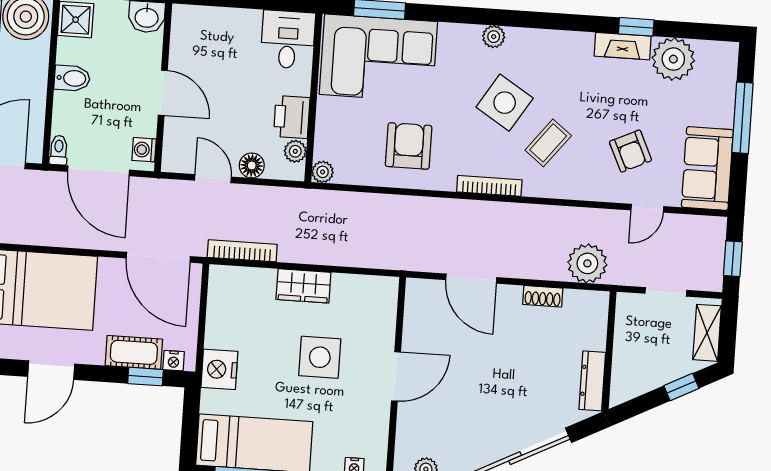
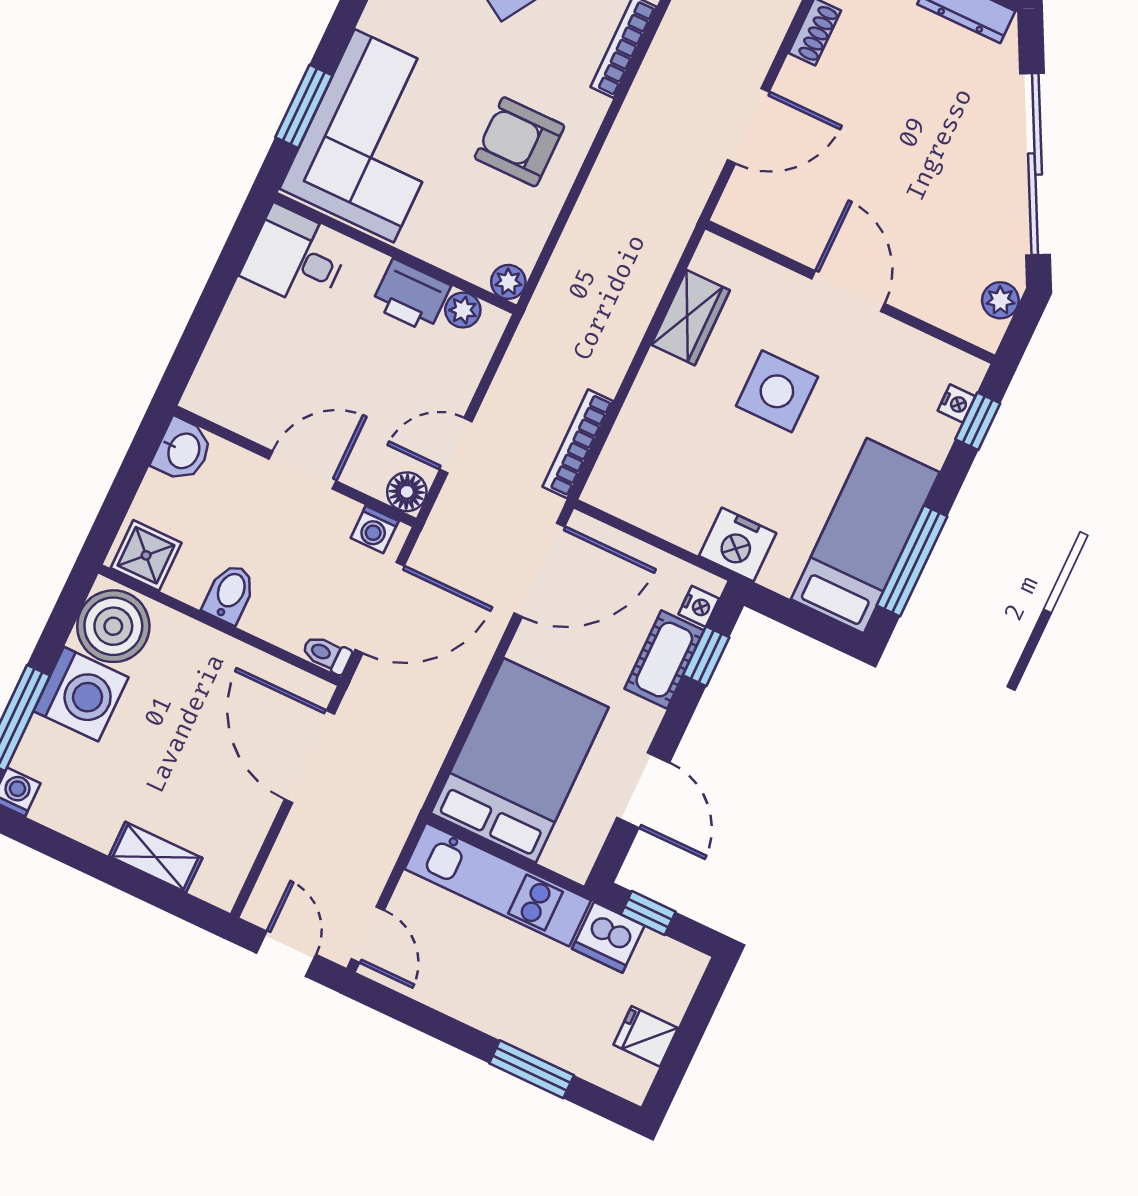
floor lamp: (252, 165) -> (407, 492), moved
wardrobe: (303, 286) -> (690, 317), moved

